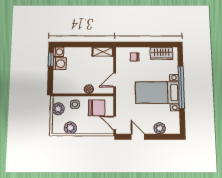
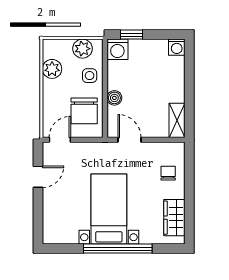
window: (51, 59) -> (132, 35), moved
washing machine: (60, 64) -> (117, 49), moved
plant: (160, 128) -> (51, 212), removed

